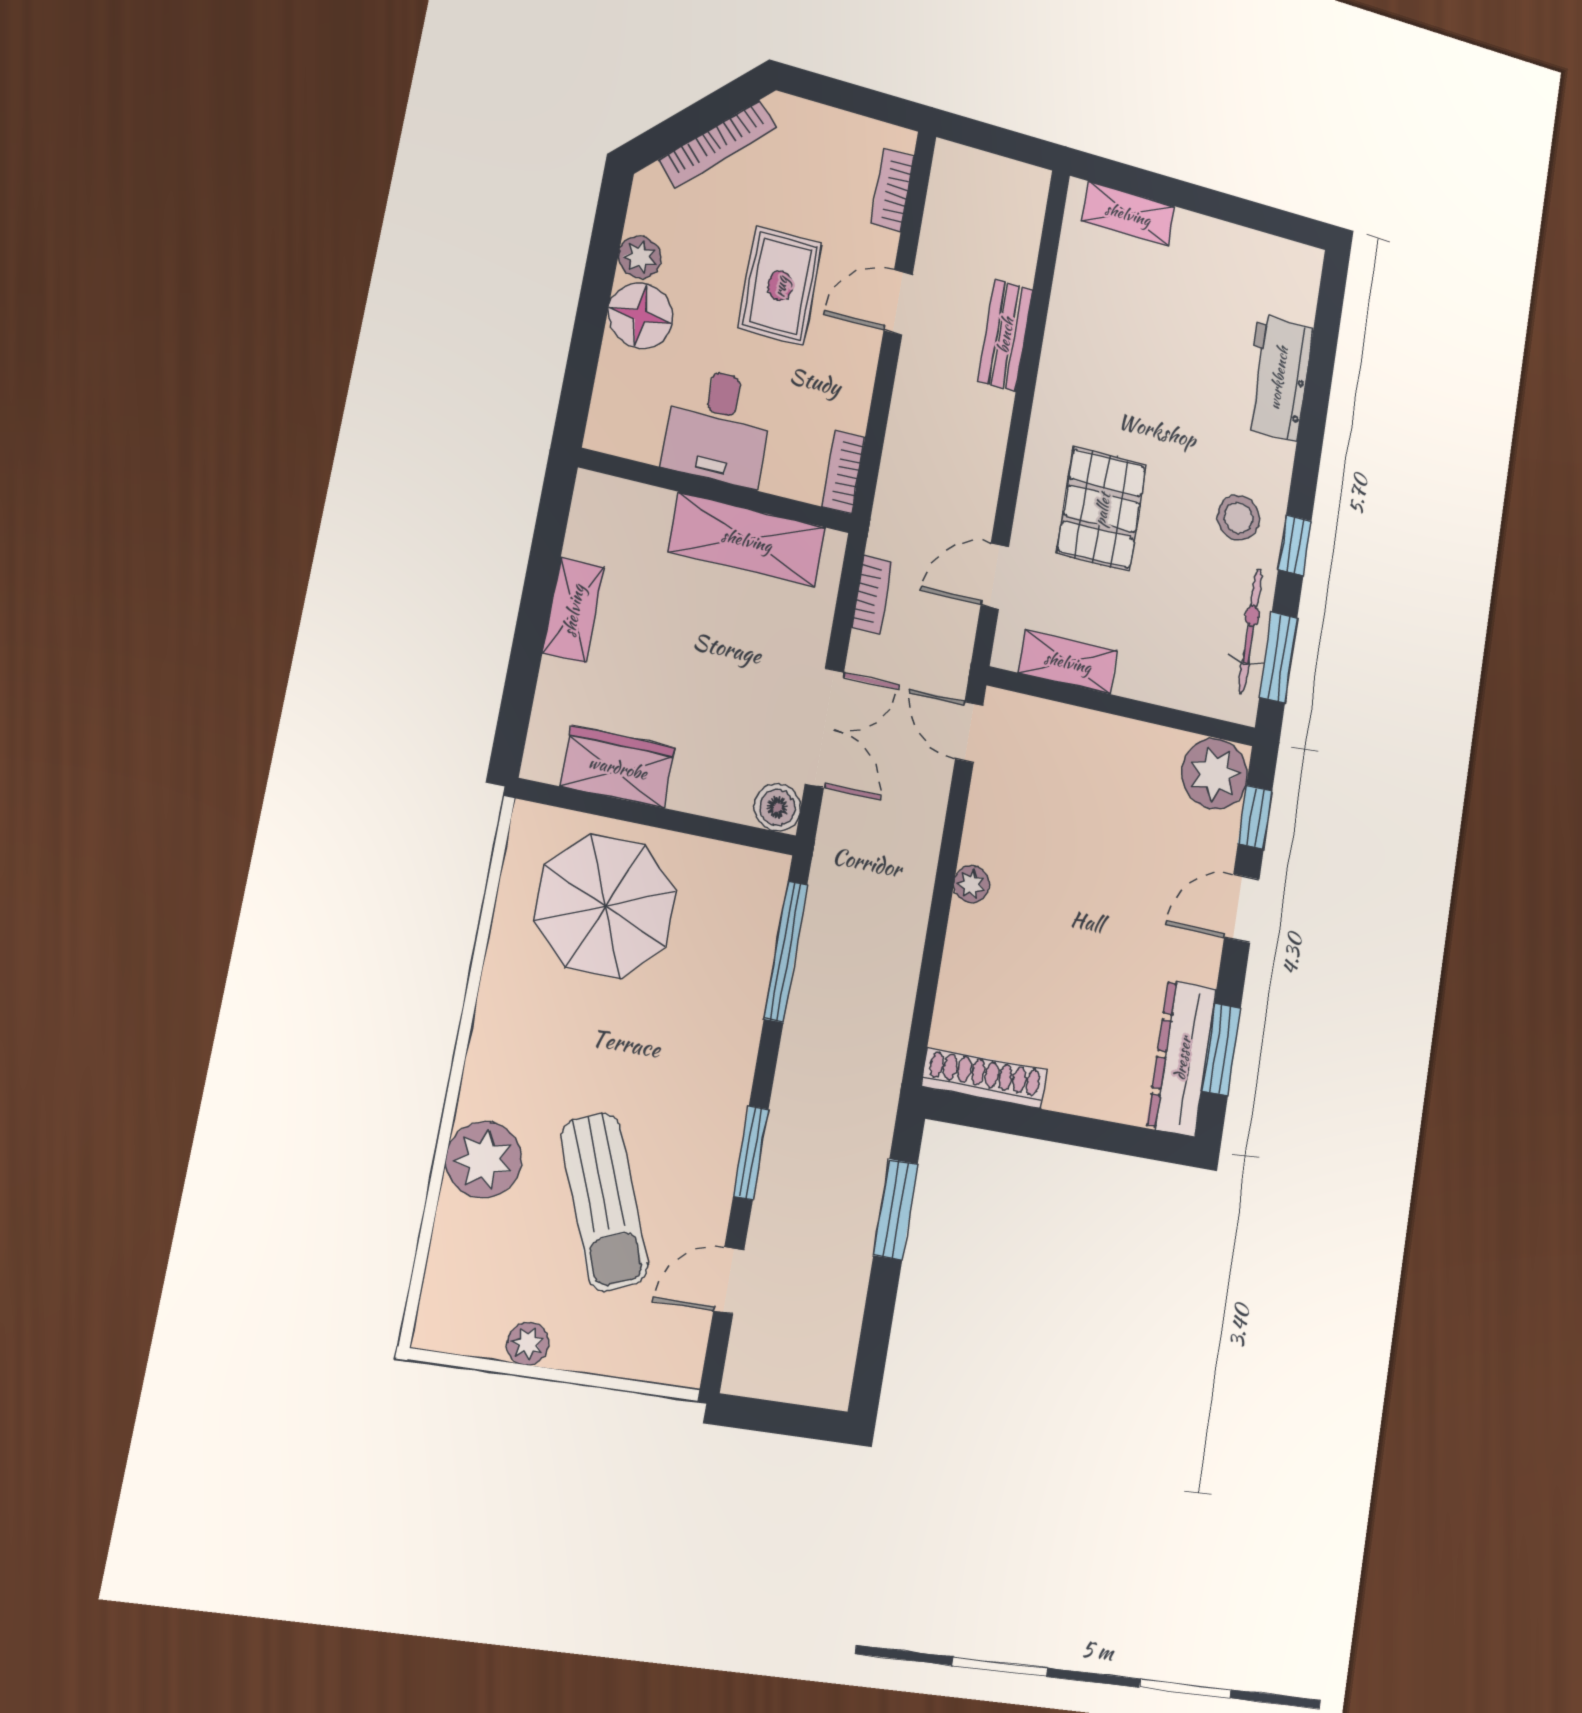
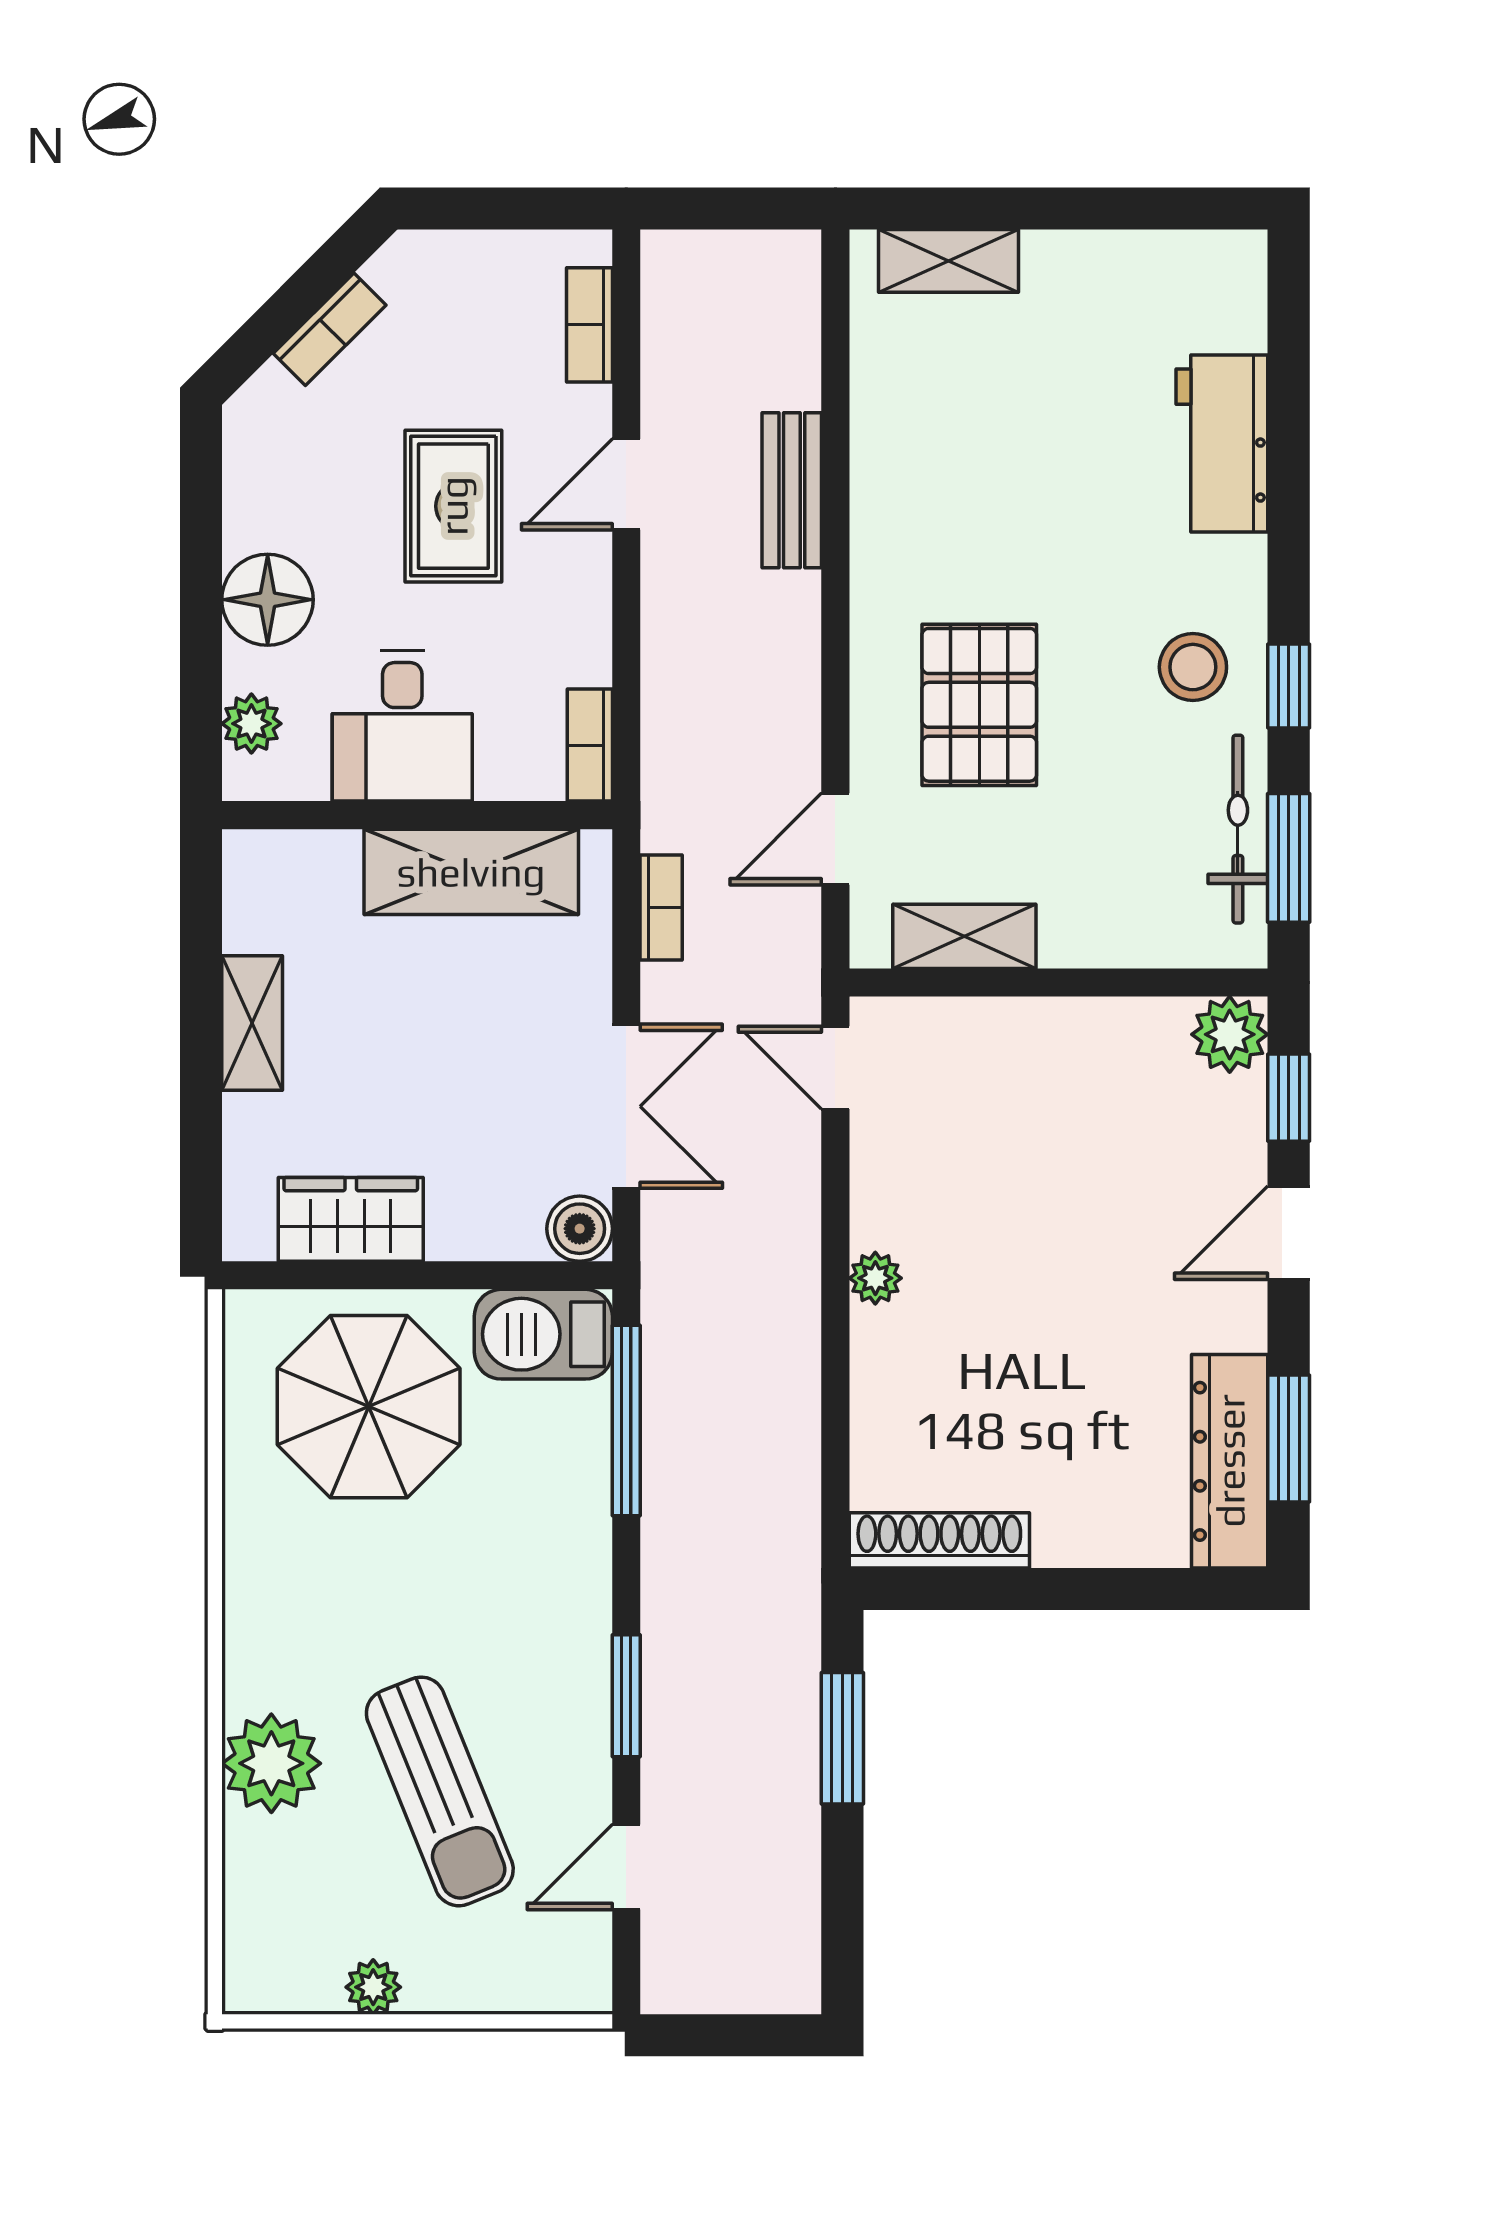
bookcase: (718, 144) -> (330, 329), width x0.64
plant: (640, 257) -> (251, 724), moved
plant: (1215, 774) -> (1230, 1034), width x0.73, depth x0.73
barbecue: (739, 878) -> (543, 1334), added

